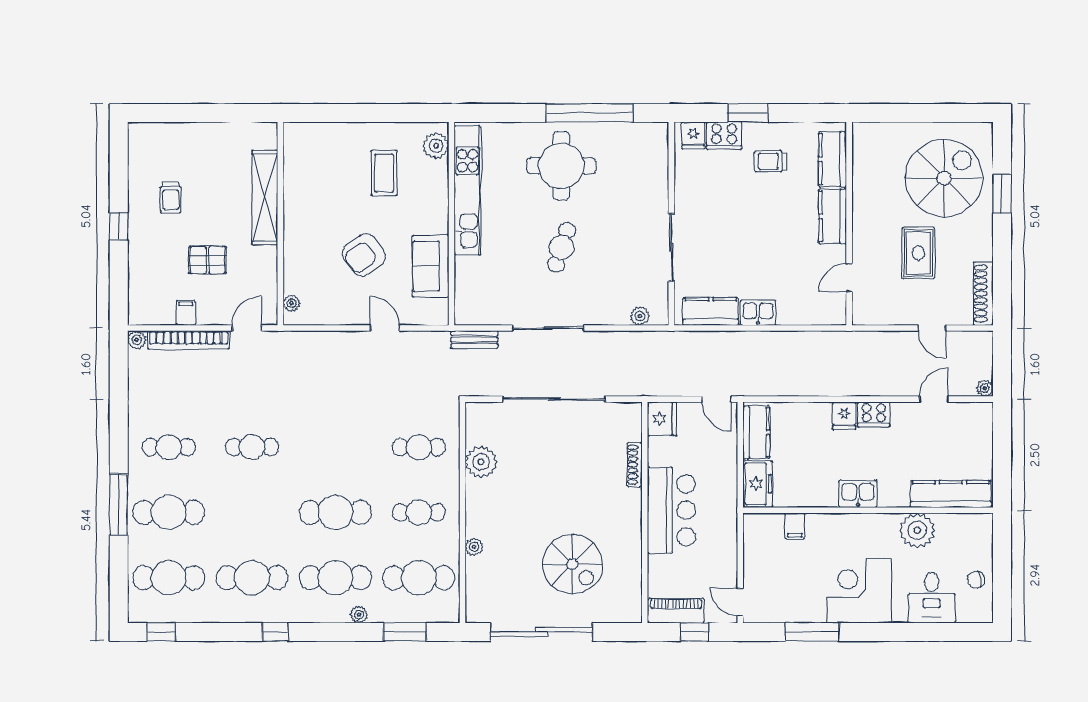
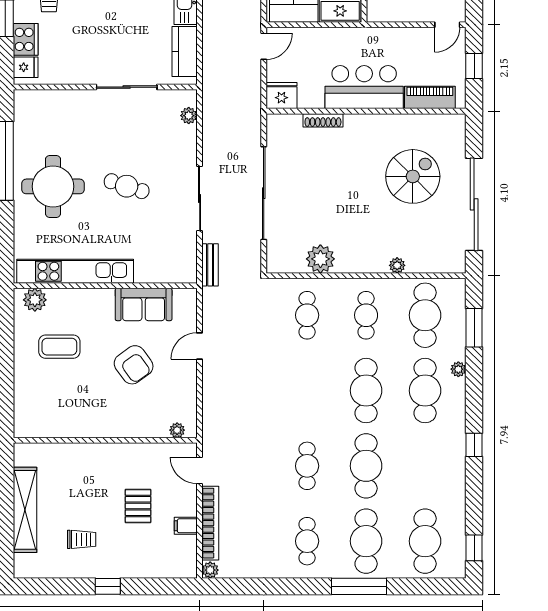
shelving: (265, 197) -> (25, 510), moved, turned 90
cafe table: (252, 578) -> (366, 466), moved
piano: (676, 611) -> (430, 97), moved, turned 90

